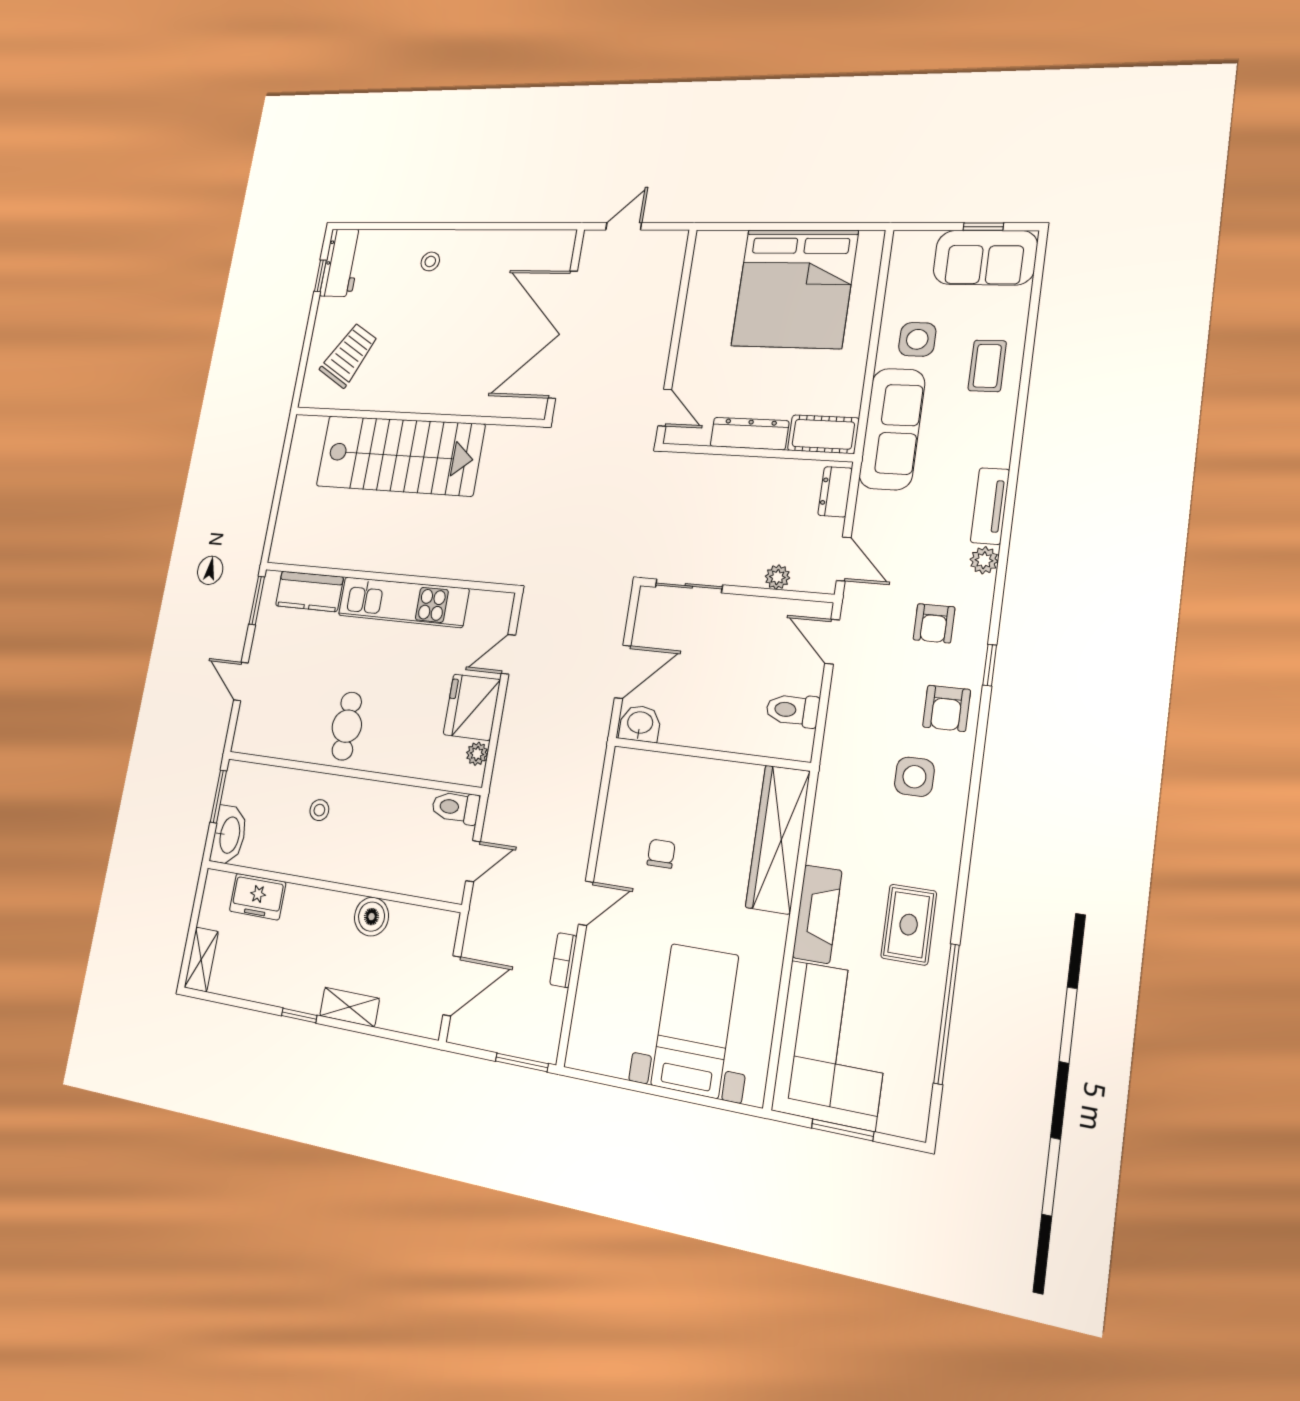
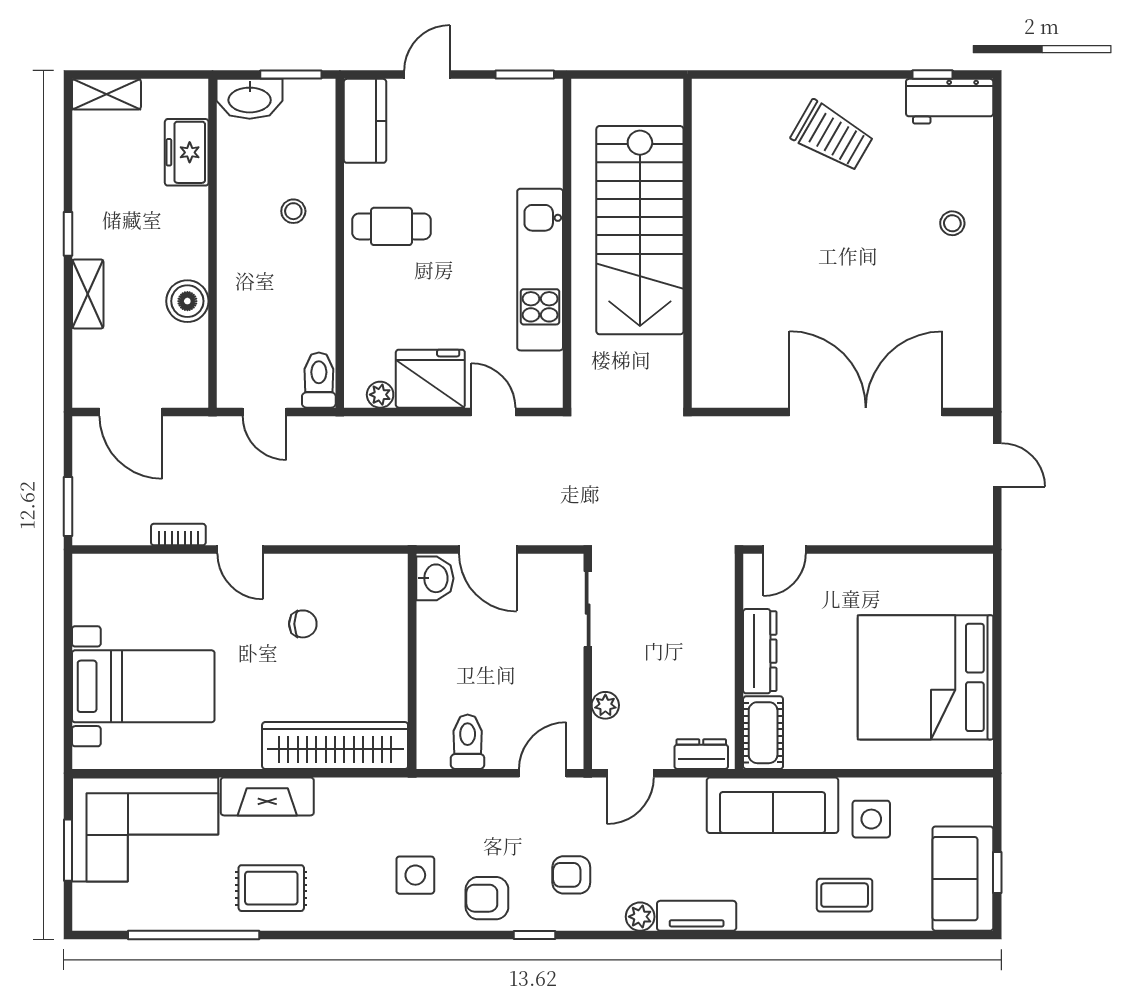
wall: (417, 417) -> (687, 243), moved
stairs: (400, 455) -> (640, 230), moved
kitchen counter: (309, 591) -> (365, 121), moved, turned 180

